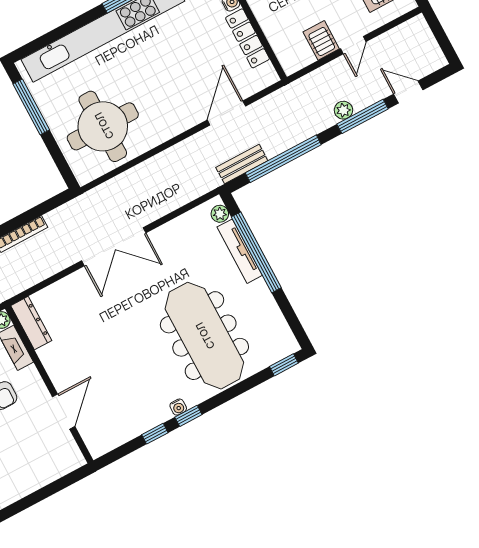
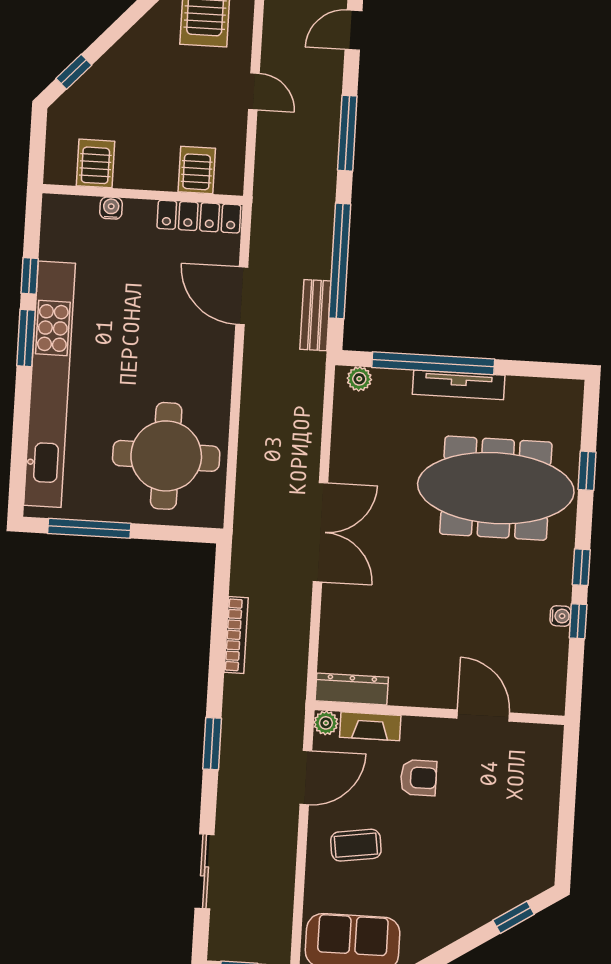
locker: (247, 38) -> (199, 217), moved
server rack: (321, 40) -> (197, 170), moved, turned 90
door: (408, 92) -> (353, 30), moved
plant: (343, 110) -> (326, 152), removed
tv unit: (240, 251) -> (459, 385), moved
window: (284, 365) -> (587, 471), moved
water cooler: (178, 407) -> (560, 616), moved

